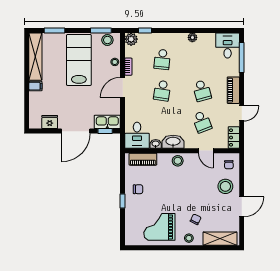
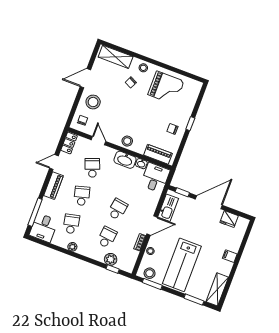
plant: (131, 39) -> (111, 259), moved
shelving: (35, 57) -> (217, 289), width x0.68
school desk: (202, 59) -> (71, 224), added
kitchen sink: (107, 122) -> (168, 208), moved, turned -90

